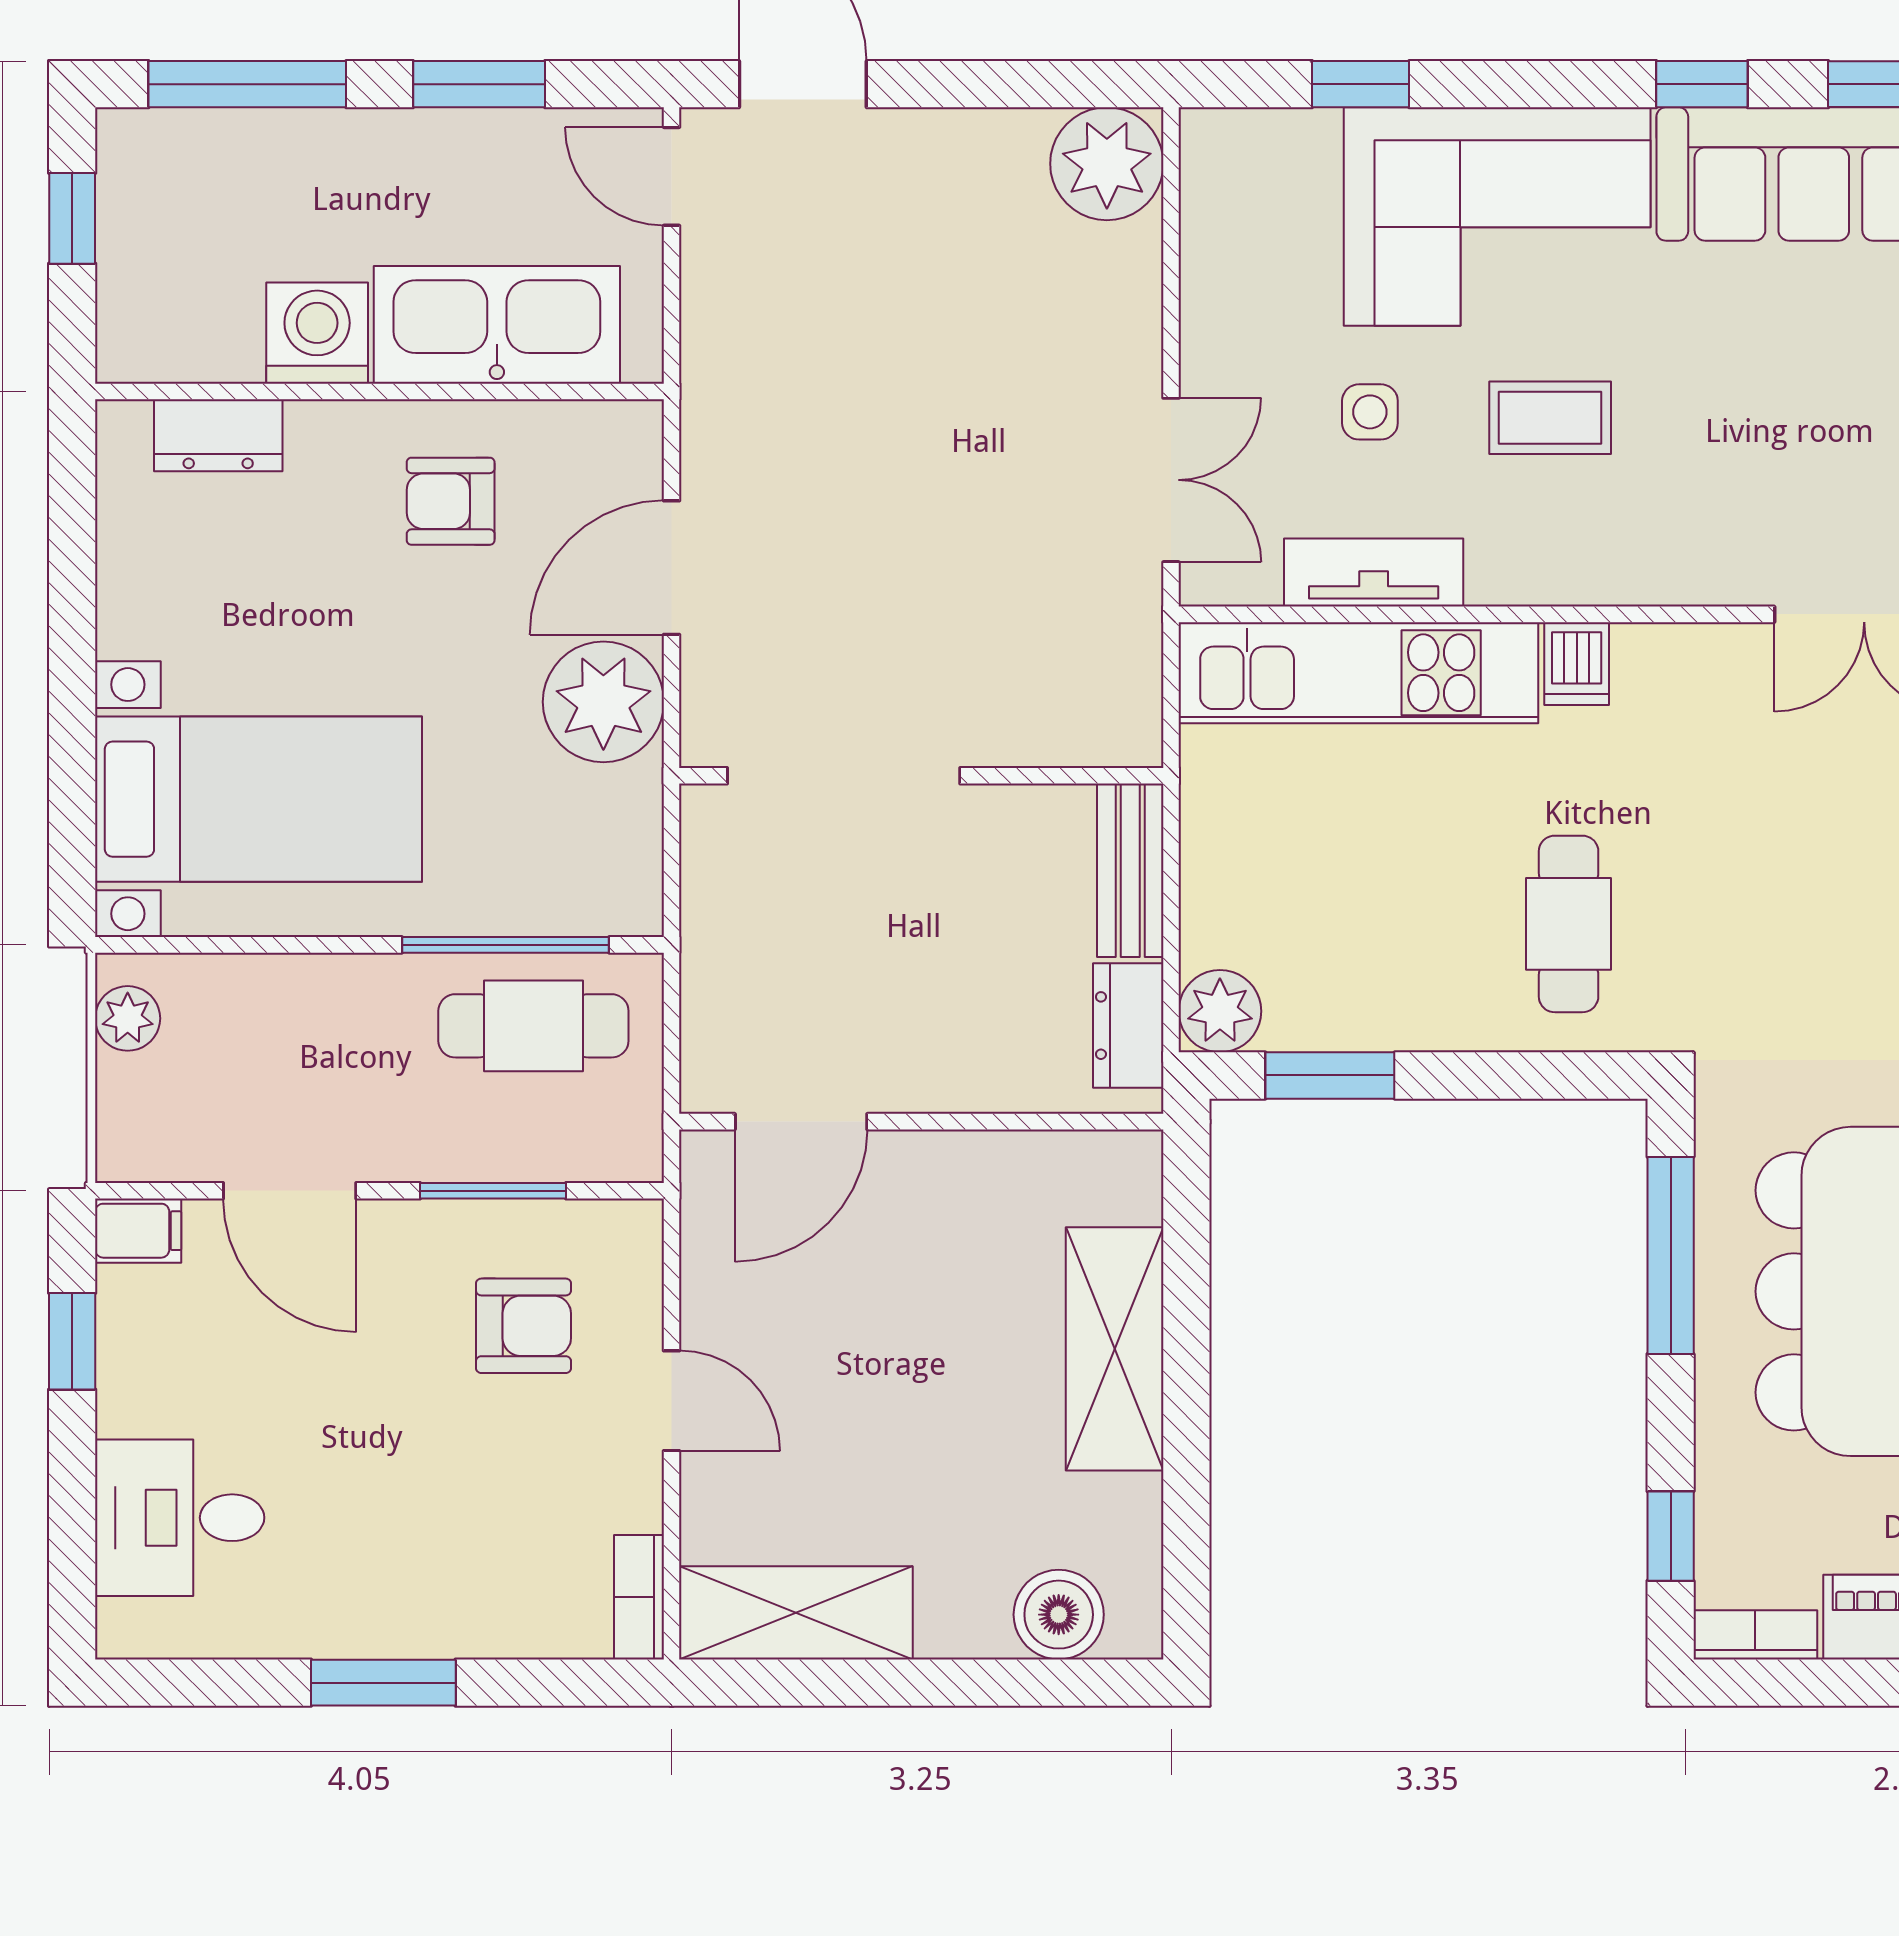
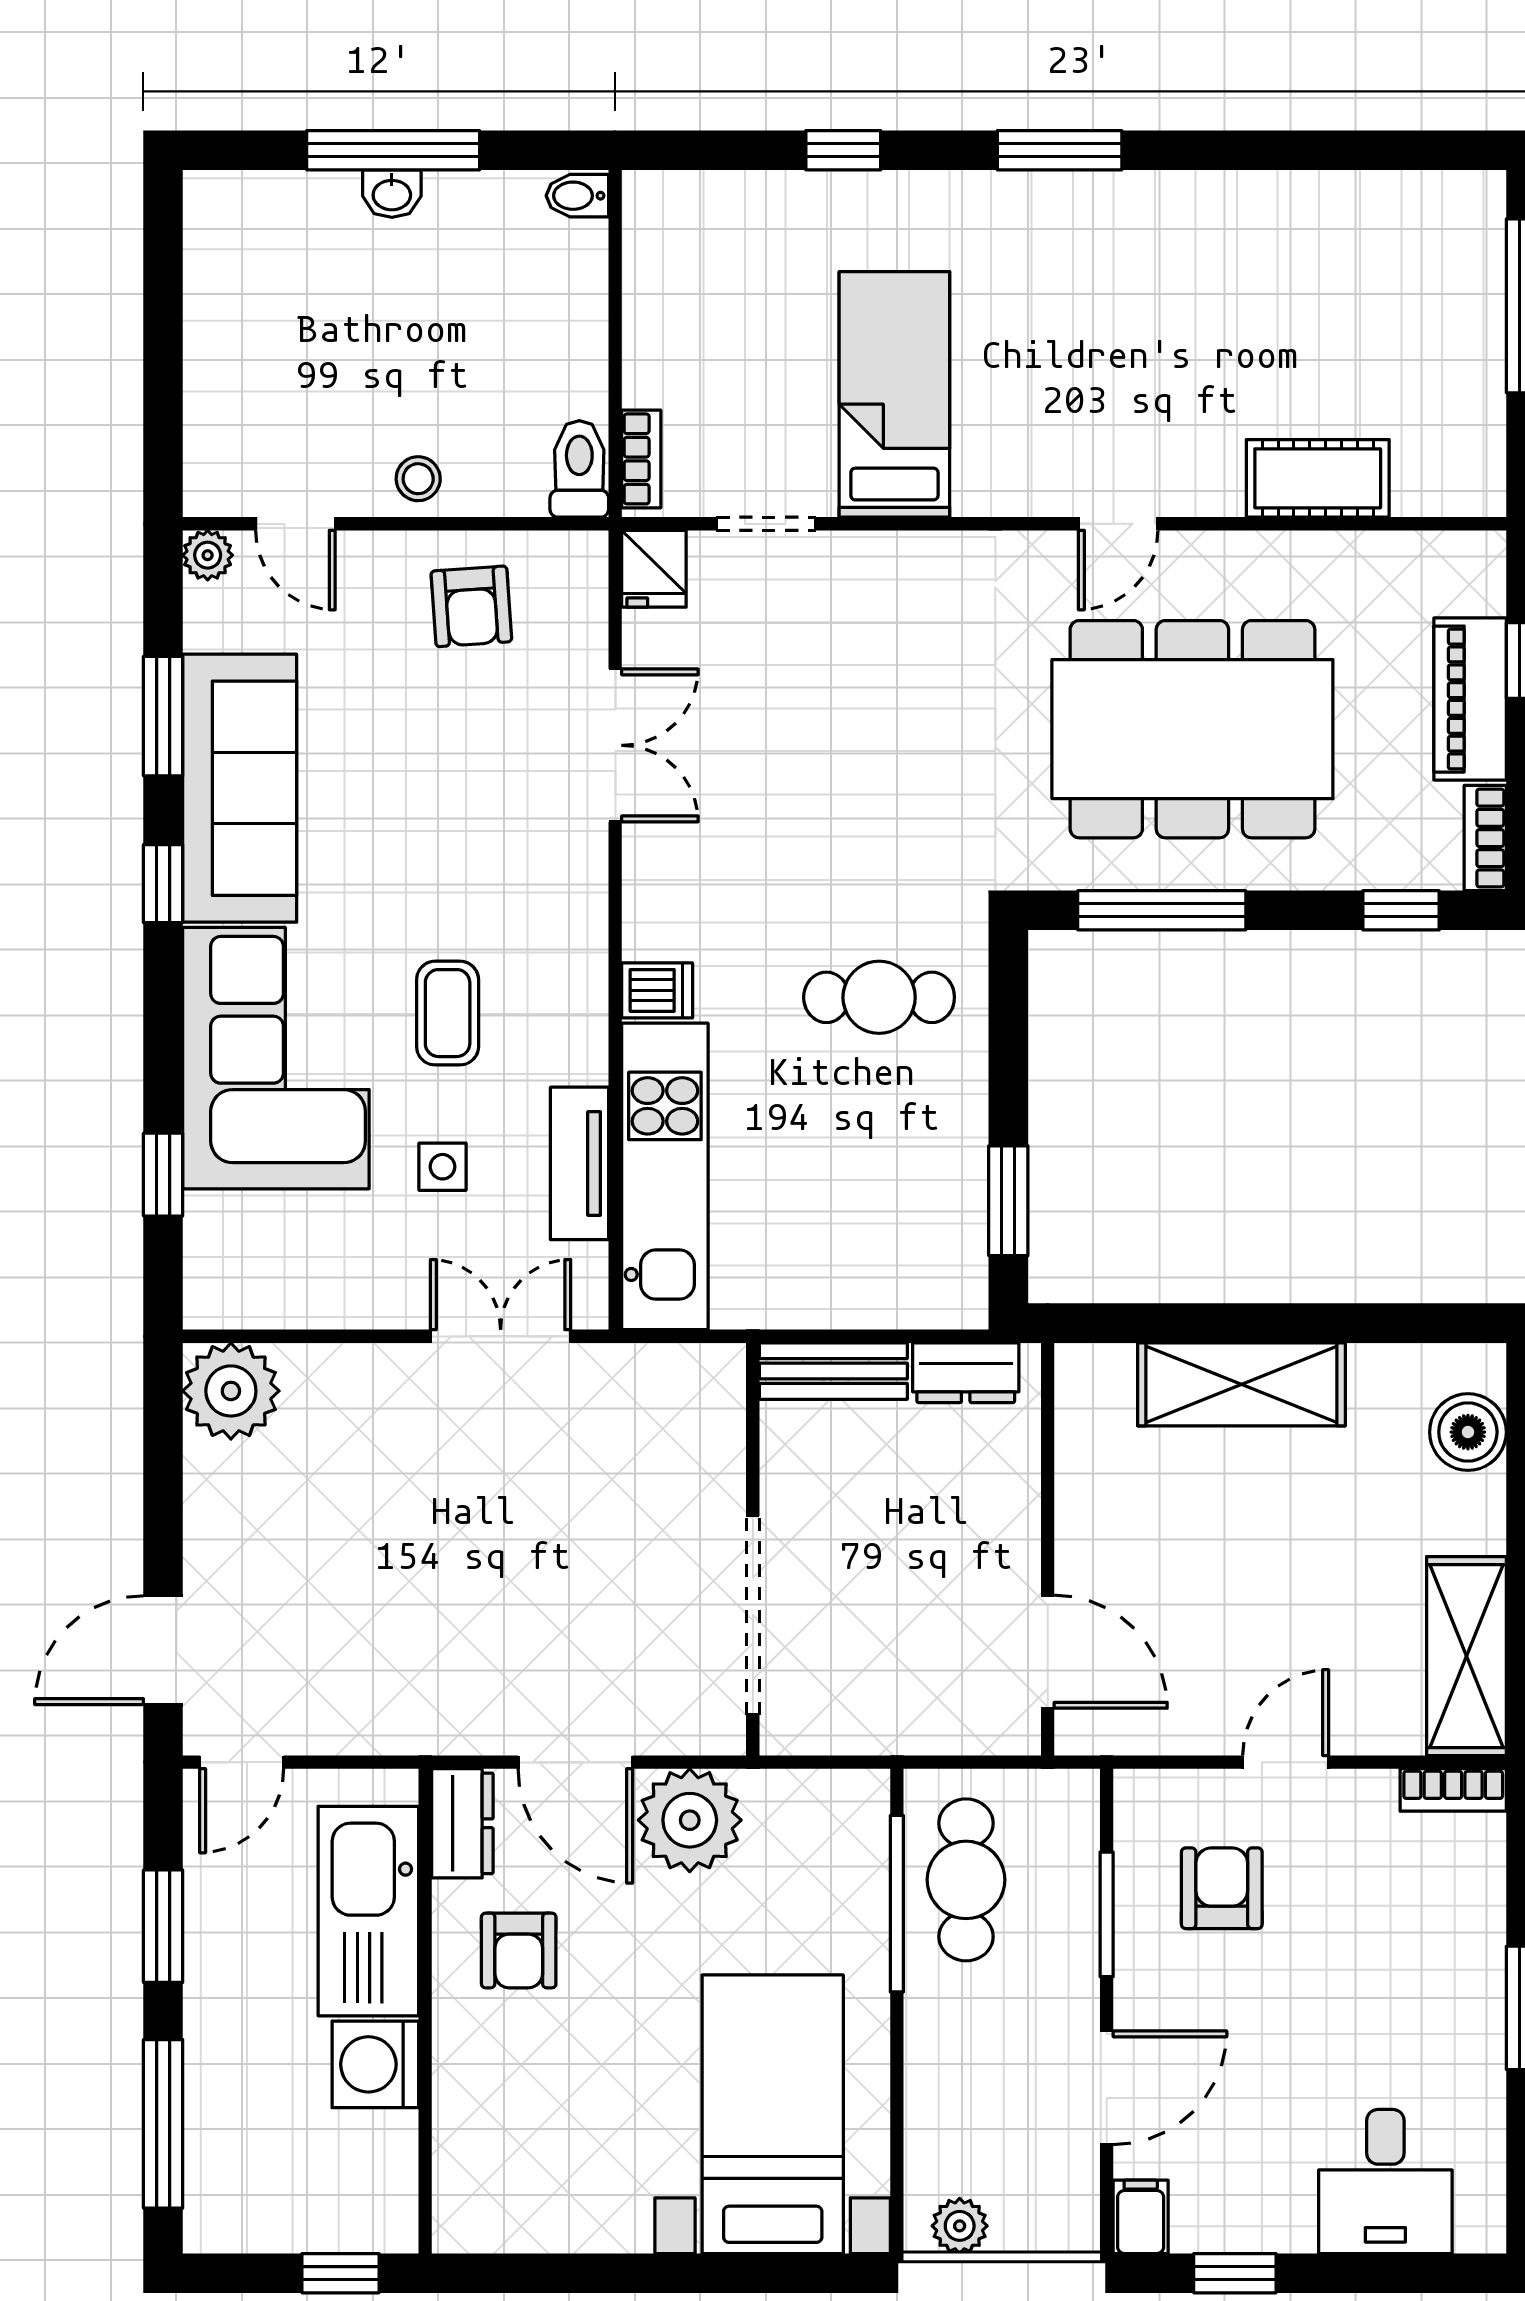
window: (72, 218) -> (340, 2273), moved
dresser: (218, 435) -> (462, 1823), moved
plant: (1220, 1011) -> (953, 1295), removed

